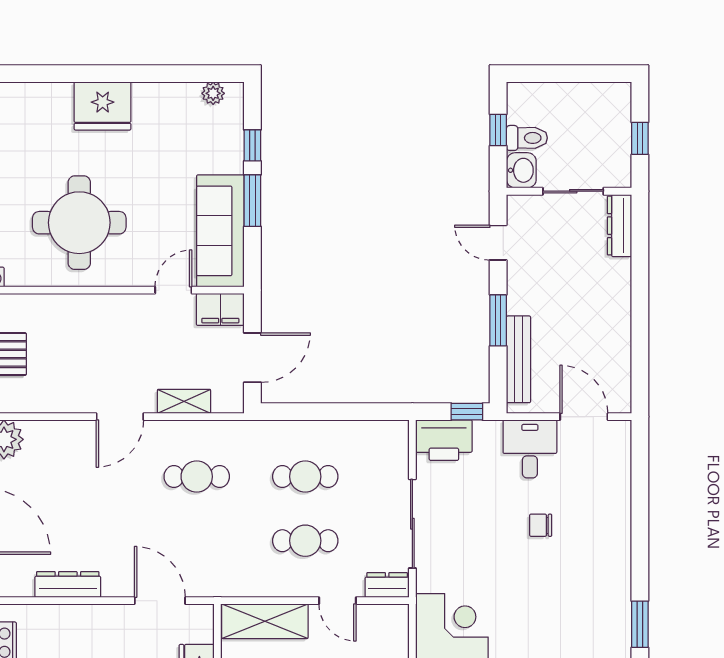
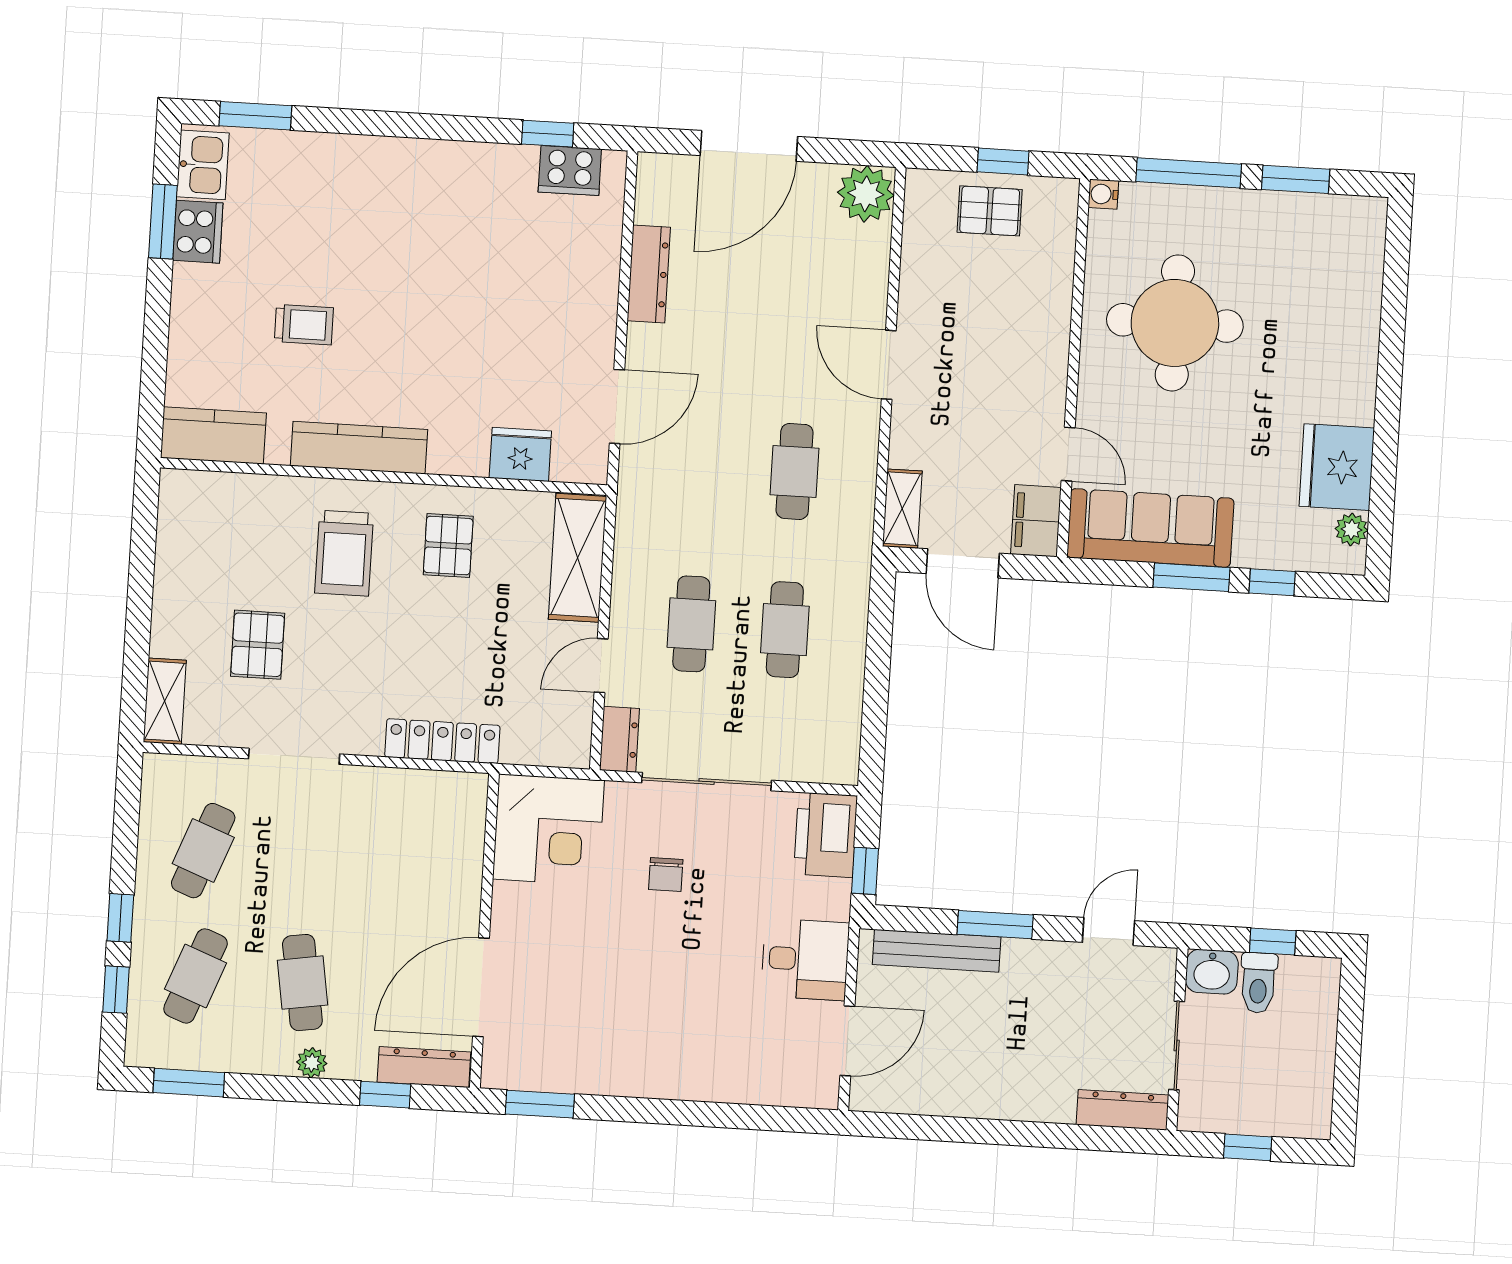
fridge: (103, 106) -> (1337, 467), moved
shelving: (184, 401) -> (902, 509), moved
chair: (541, 525) -> (666, 874), moved, turned 180

